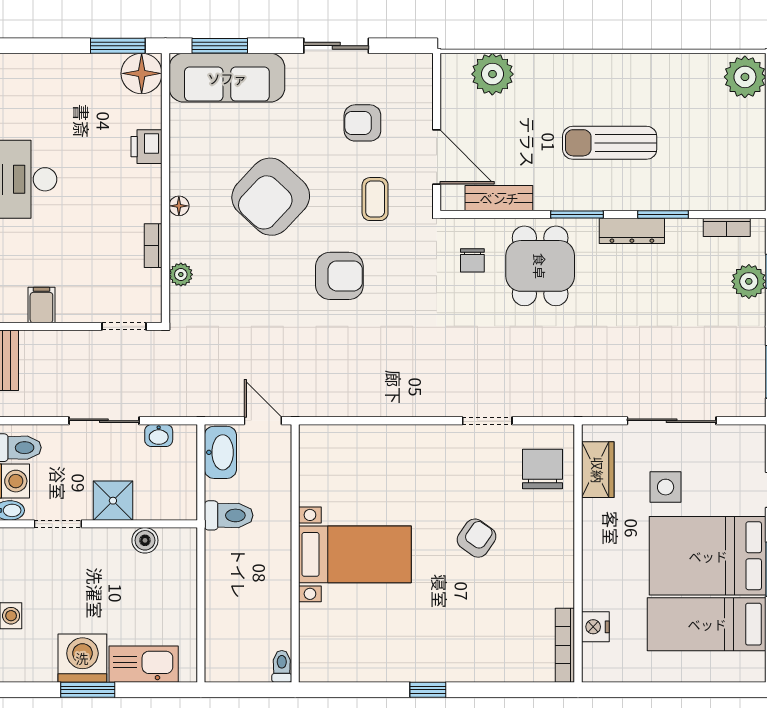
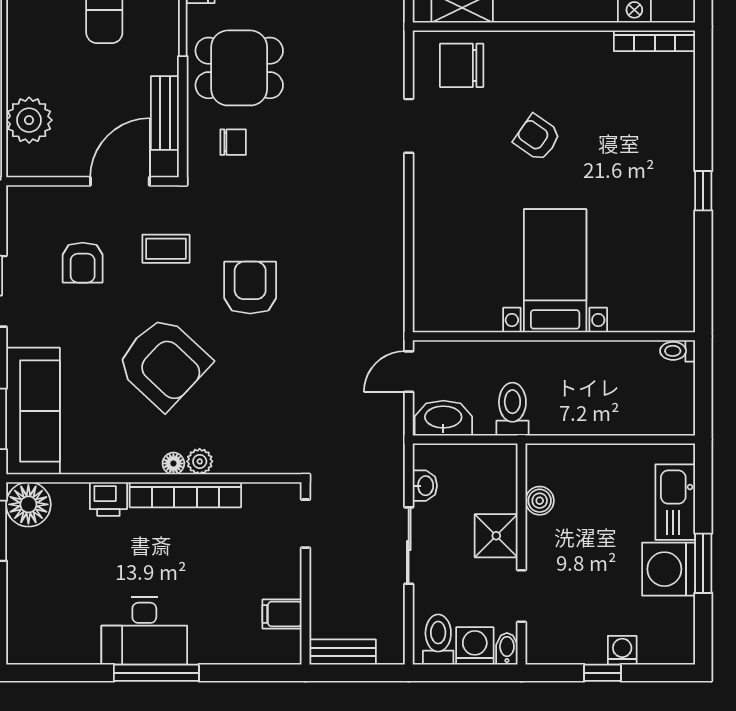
bookcase: (153, 246) -> (185, 495), width x2.31, depth x1.31
plant: (181, 274) -> (200, 461), moved

